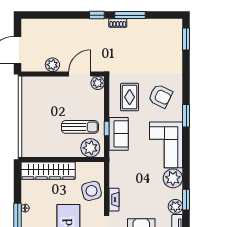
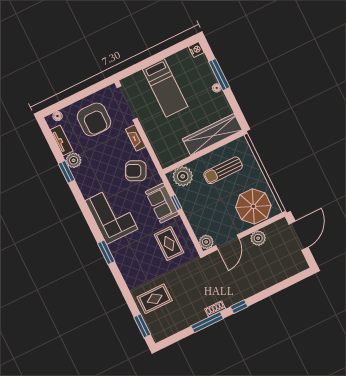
rug: (164, 57) -> (155, 299), added
parasol: (43, 93) -> (253, 206), added
armchair: (160, 96) -> (136, 171), moved
sun lounger: (80, 127) -> (223, 170), moved
plant: (173, 178) -> (89, 186), removed
side table: (91, 191) -> (161, 136), removed

